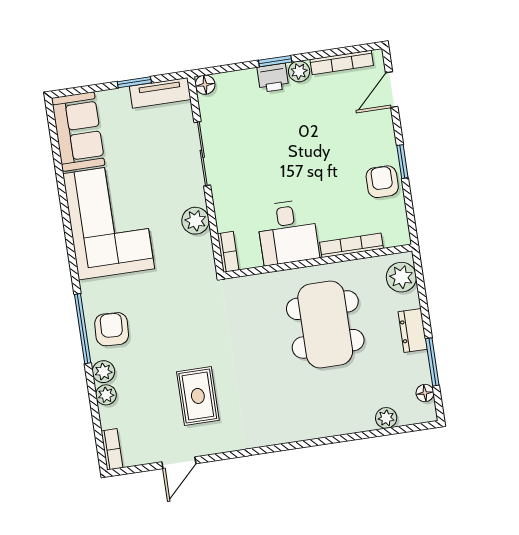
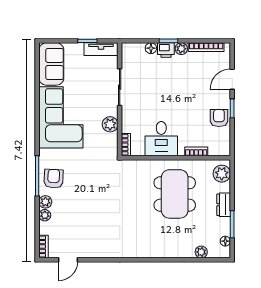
floor lamp: (205, 85) -> (151, 48), moved
door: (392, 90) -> (232, 79), moved
bookcase: (351, 245) -> (196, 151), width x0.64
rug: (198, 396) -> (97, 224), removed
door: (179, 463) -> (68, 260), moved

